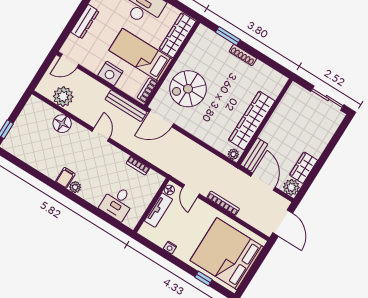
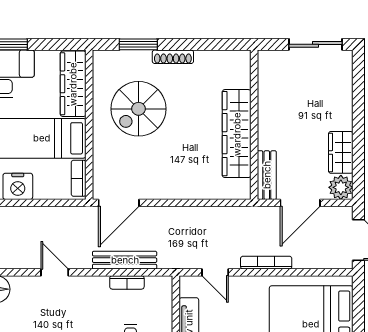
spiral stairs: (188, 89) -> (138, 109), moved
bench: (126, 106) -> (125, 260), moved
plant: (233, 154) -> (240, 191), removed
door: (263, 182) -> (300, 203), swing flipped
floor lamp: (169, 190) -> (187, 288), removed

